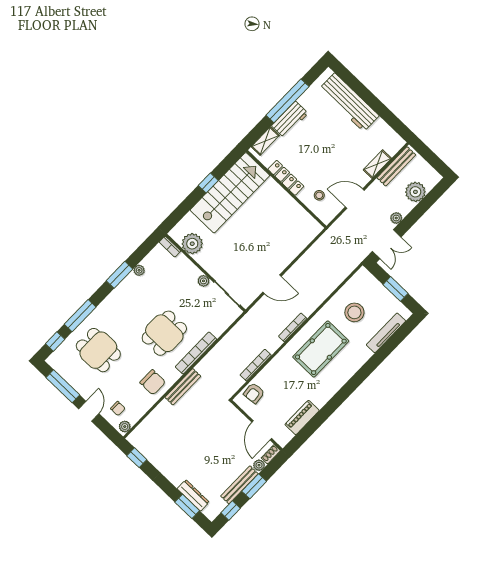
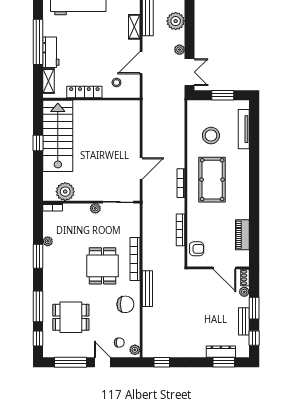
armchair: (254, 393) -> (197, 249), turned -84
bench: (239, 485) -> (244, 321), width x0.73

